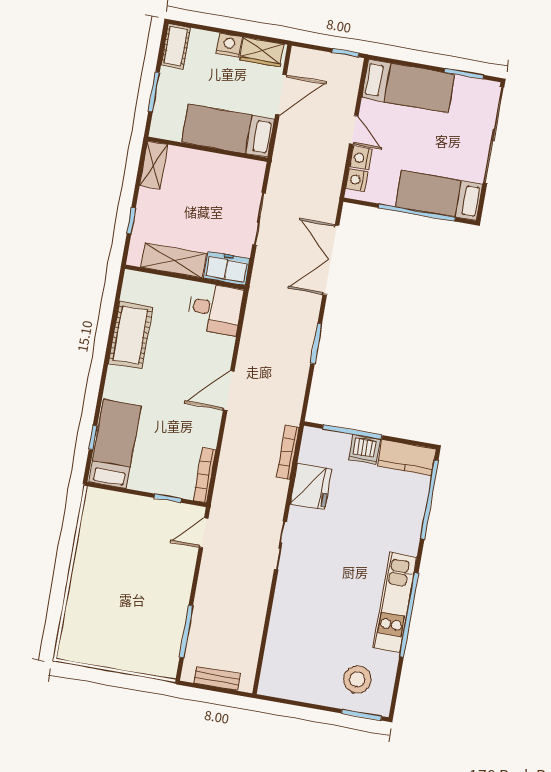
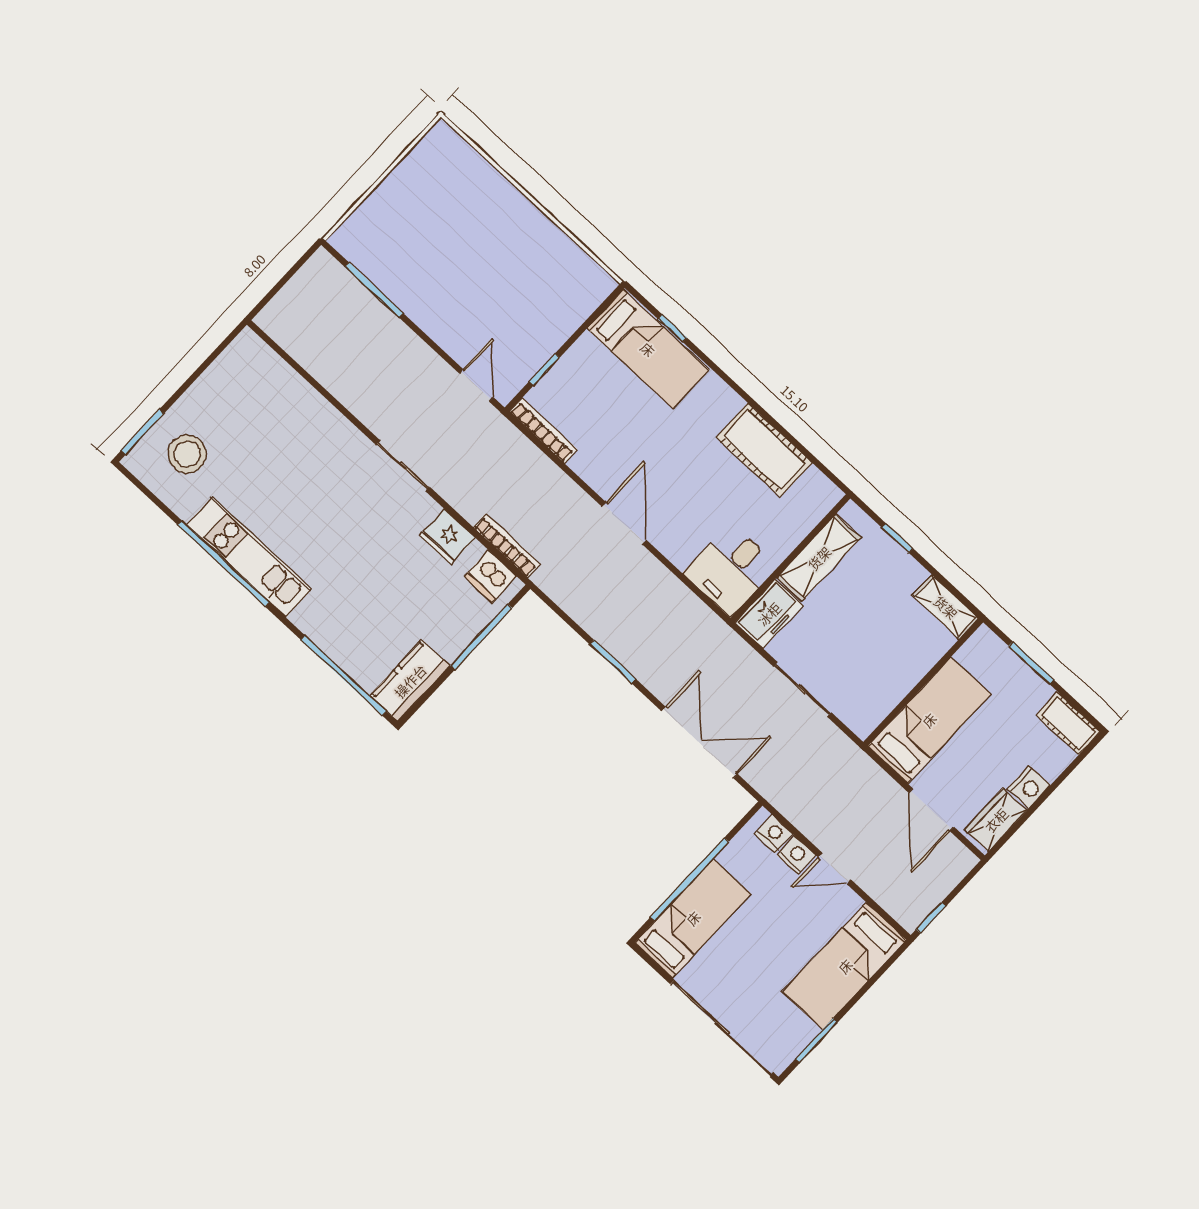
dishwasher: (364, 449) -> (490, 576), moved, turned -90
fridge: (311, 487) -> (447, 537), width x0.73, depth x0.75
bench: (217, 678) -> (295, 290), removed

